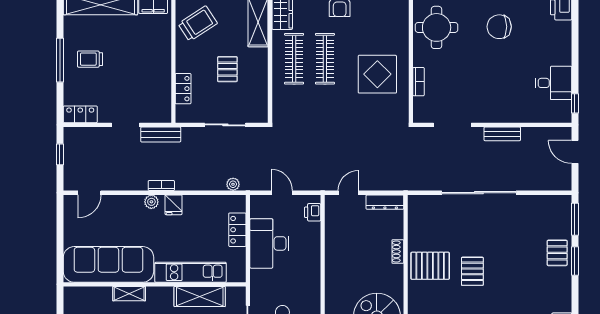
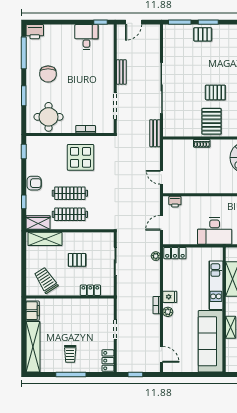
bench: (161, 135) -> (155, 133), moved
dresser: (385, 202) -> (168, 152), removed
locker: (237, 230) -> (175, 253), moved
desk: (269, 243) -> (215, 231), moved

